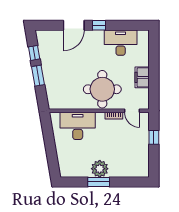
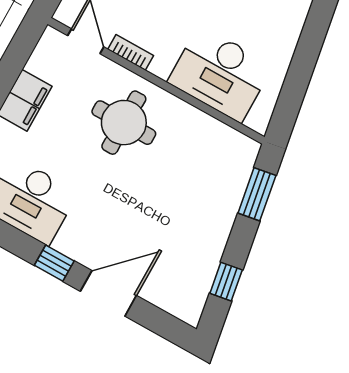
window: (38, 76) -> (257, 194), moved
round table: (102, 89) -> (124, 123), width x0.73, depth x0.73

